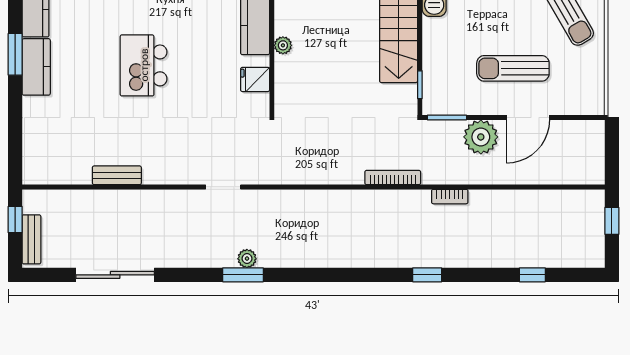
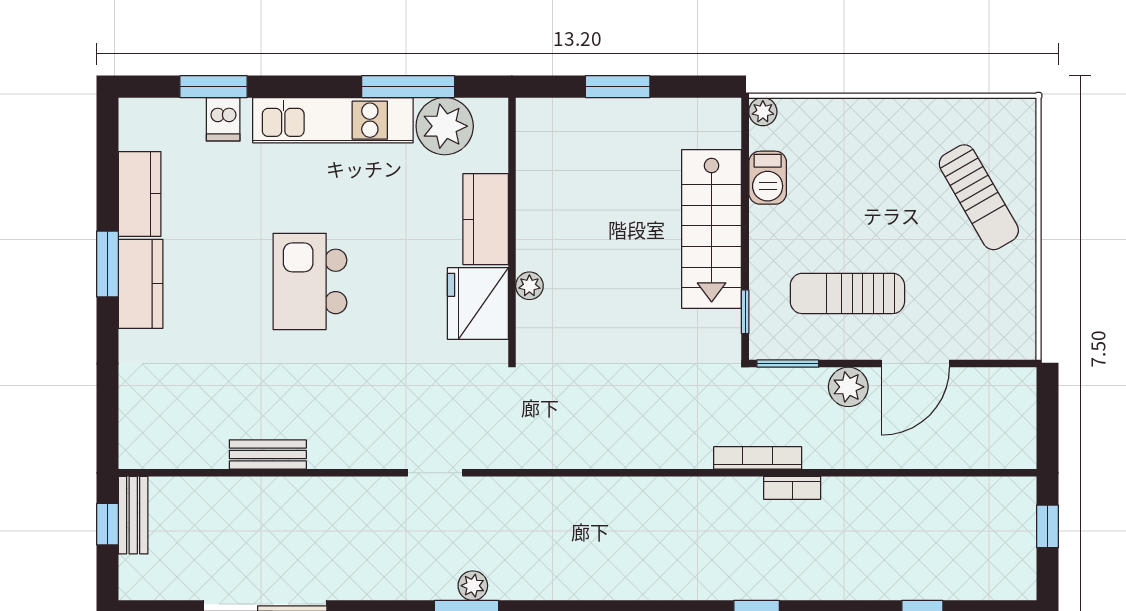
plant: (283, 45) -> (529, 286), moved
sun lounger: (513, 68) -> (847, 293), moved
fridge: (255, 79) -> (478, 303), width x1.88, depth x1.34
plant: (481, 137) -> (848, 387), width x0.73, depth x0.73
bookcase: (393, 178) -> (758, 458), moved
bench: (31, 239) -> (133, 515), moved

